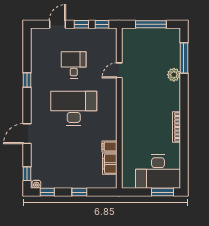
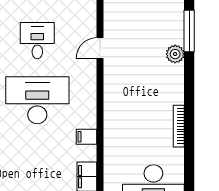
filing cabinet: (109, 146) -> (87, 137), moved

